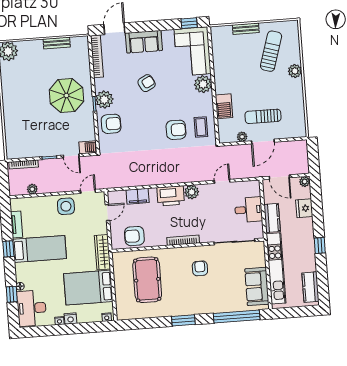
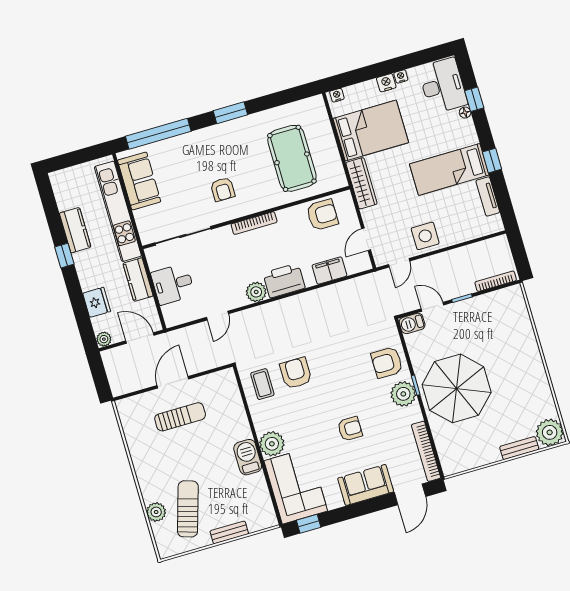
bench: (57, 43) -> (519, 448), moved
sun lounger: (271, 51) -> (188, 509), turned 180
plant: (295, 71) -> (156, 512), moved
armchair: (147, 83) -> (350, 429), turned -152
parasol: (66, 96) -> (457, 388), width x1.36, depth x1.36
barbecue: (224, 106) -> (248, 457), moved
armchair: (176, 130) -> (296, 373), turned 90
plant: (242, 137) -> (203, 383), removed
plant: (32, 189) -> (476, 250), removed
kitchen counter: (311, 287) -> (75, 230), moved

